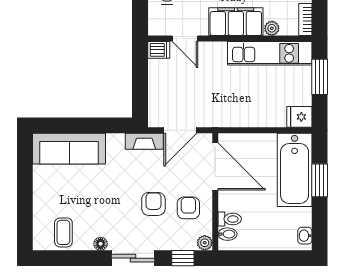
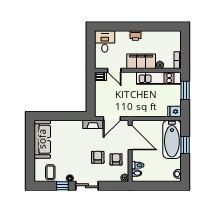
sofa: (69, 149) -> (42, 139), moved, turned -90
window: (183, 258) -> (62, 186), moved

